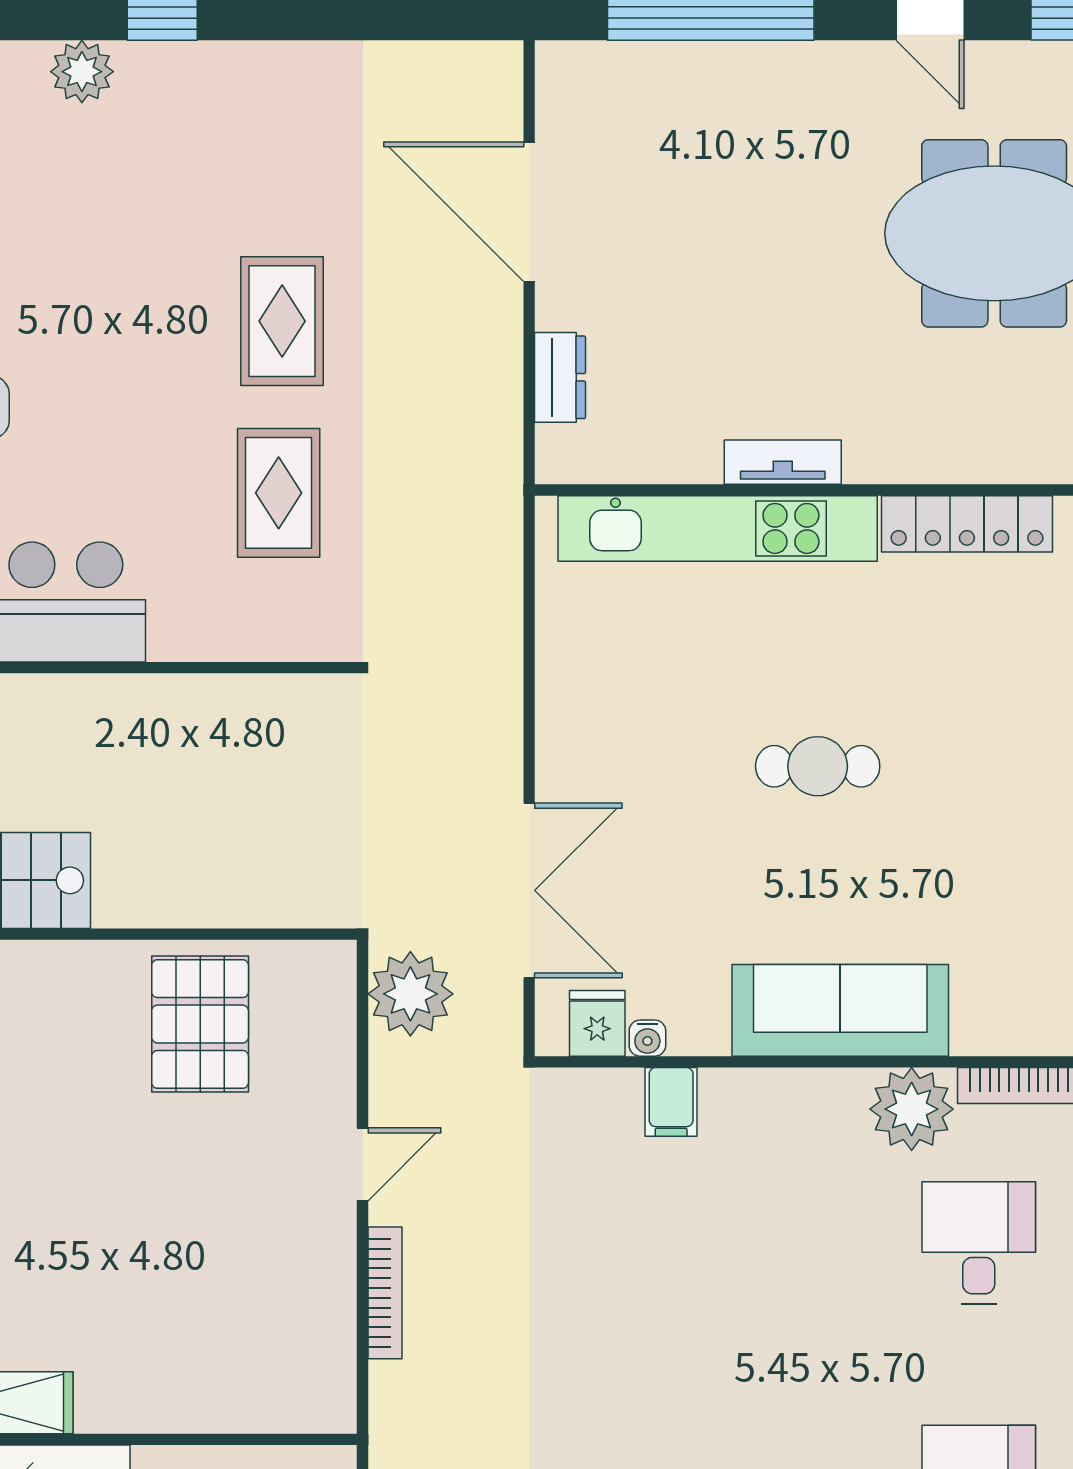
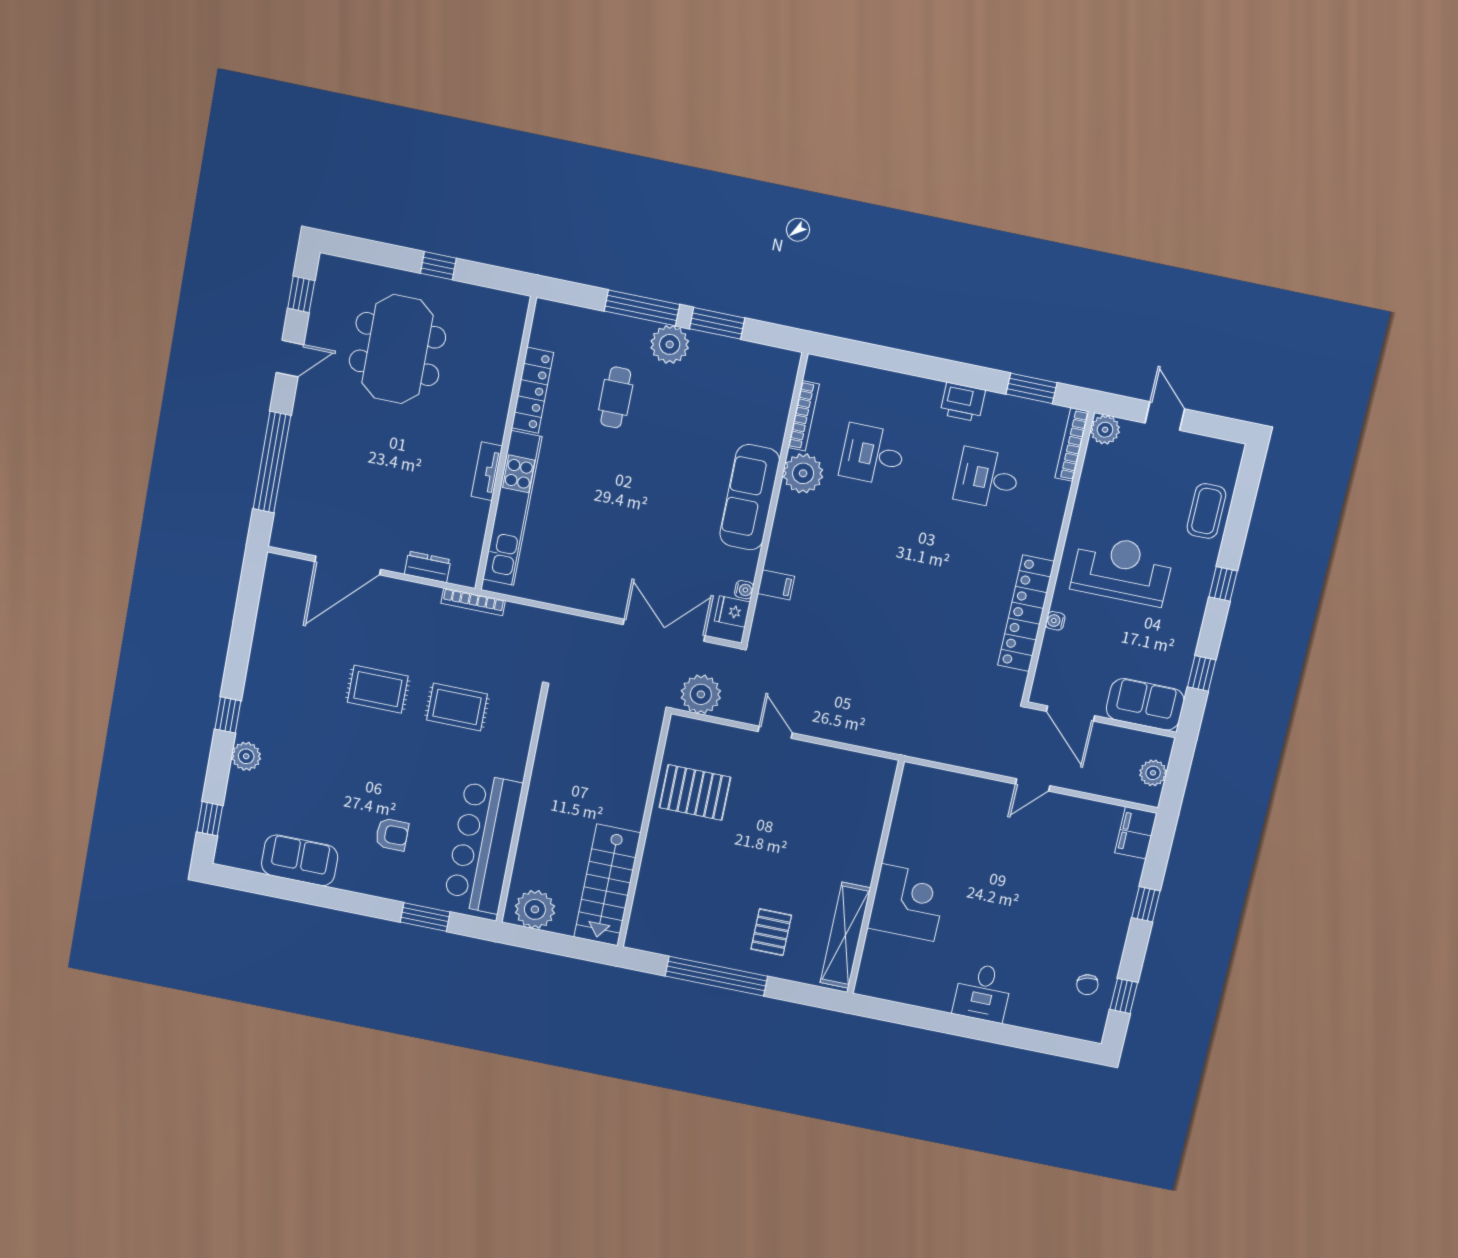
cafe table: (818, 766) -> (616, 397), moved
bookcase: (385, 1293) -> (473, 602), moved, turned 180

